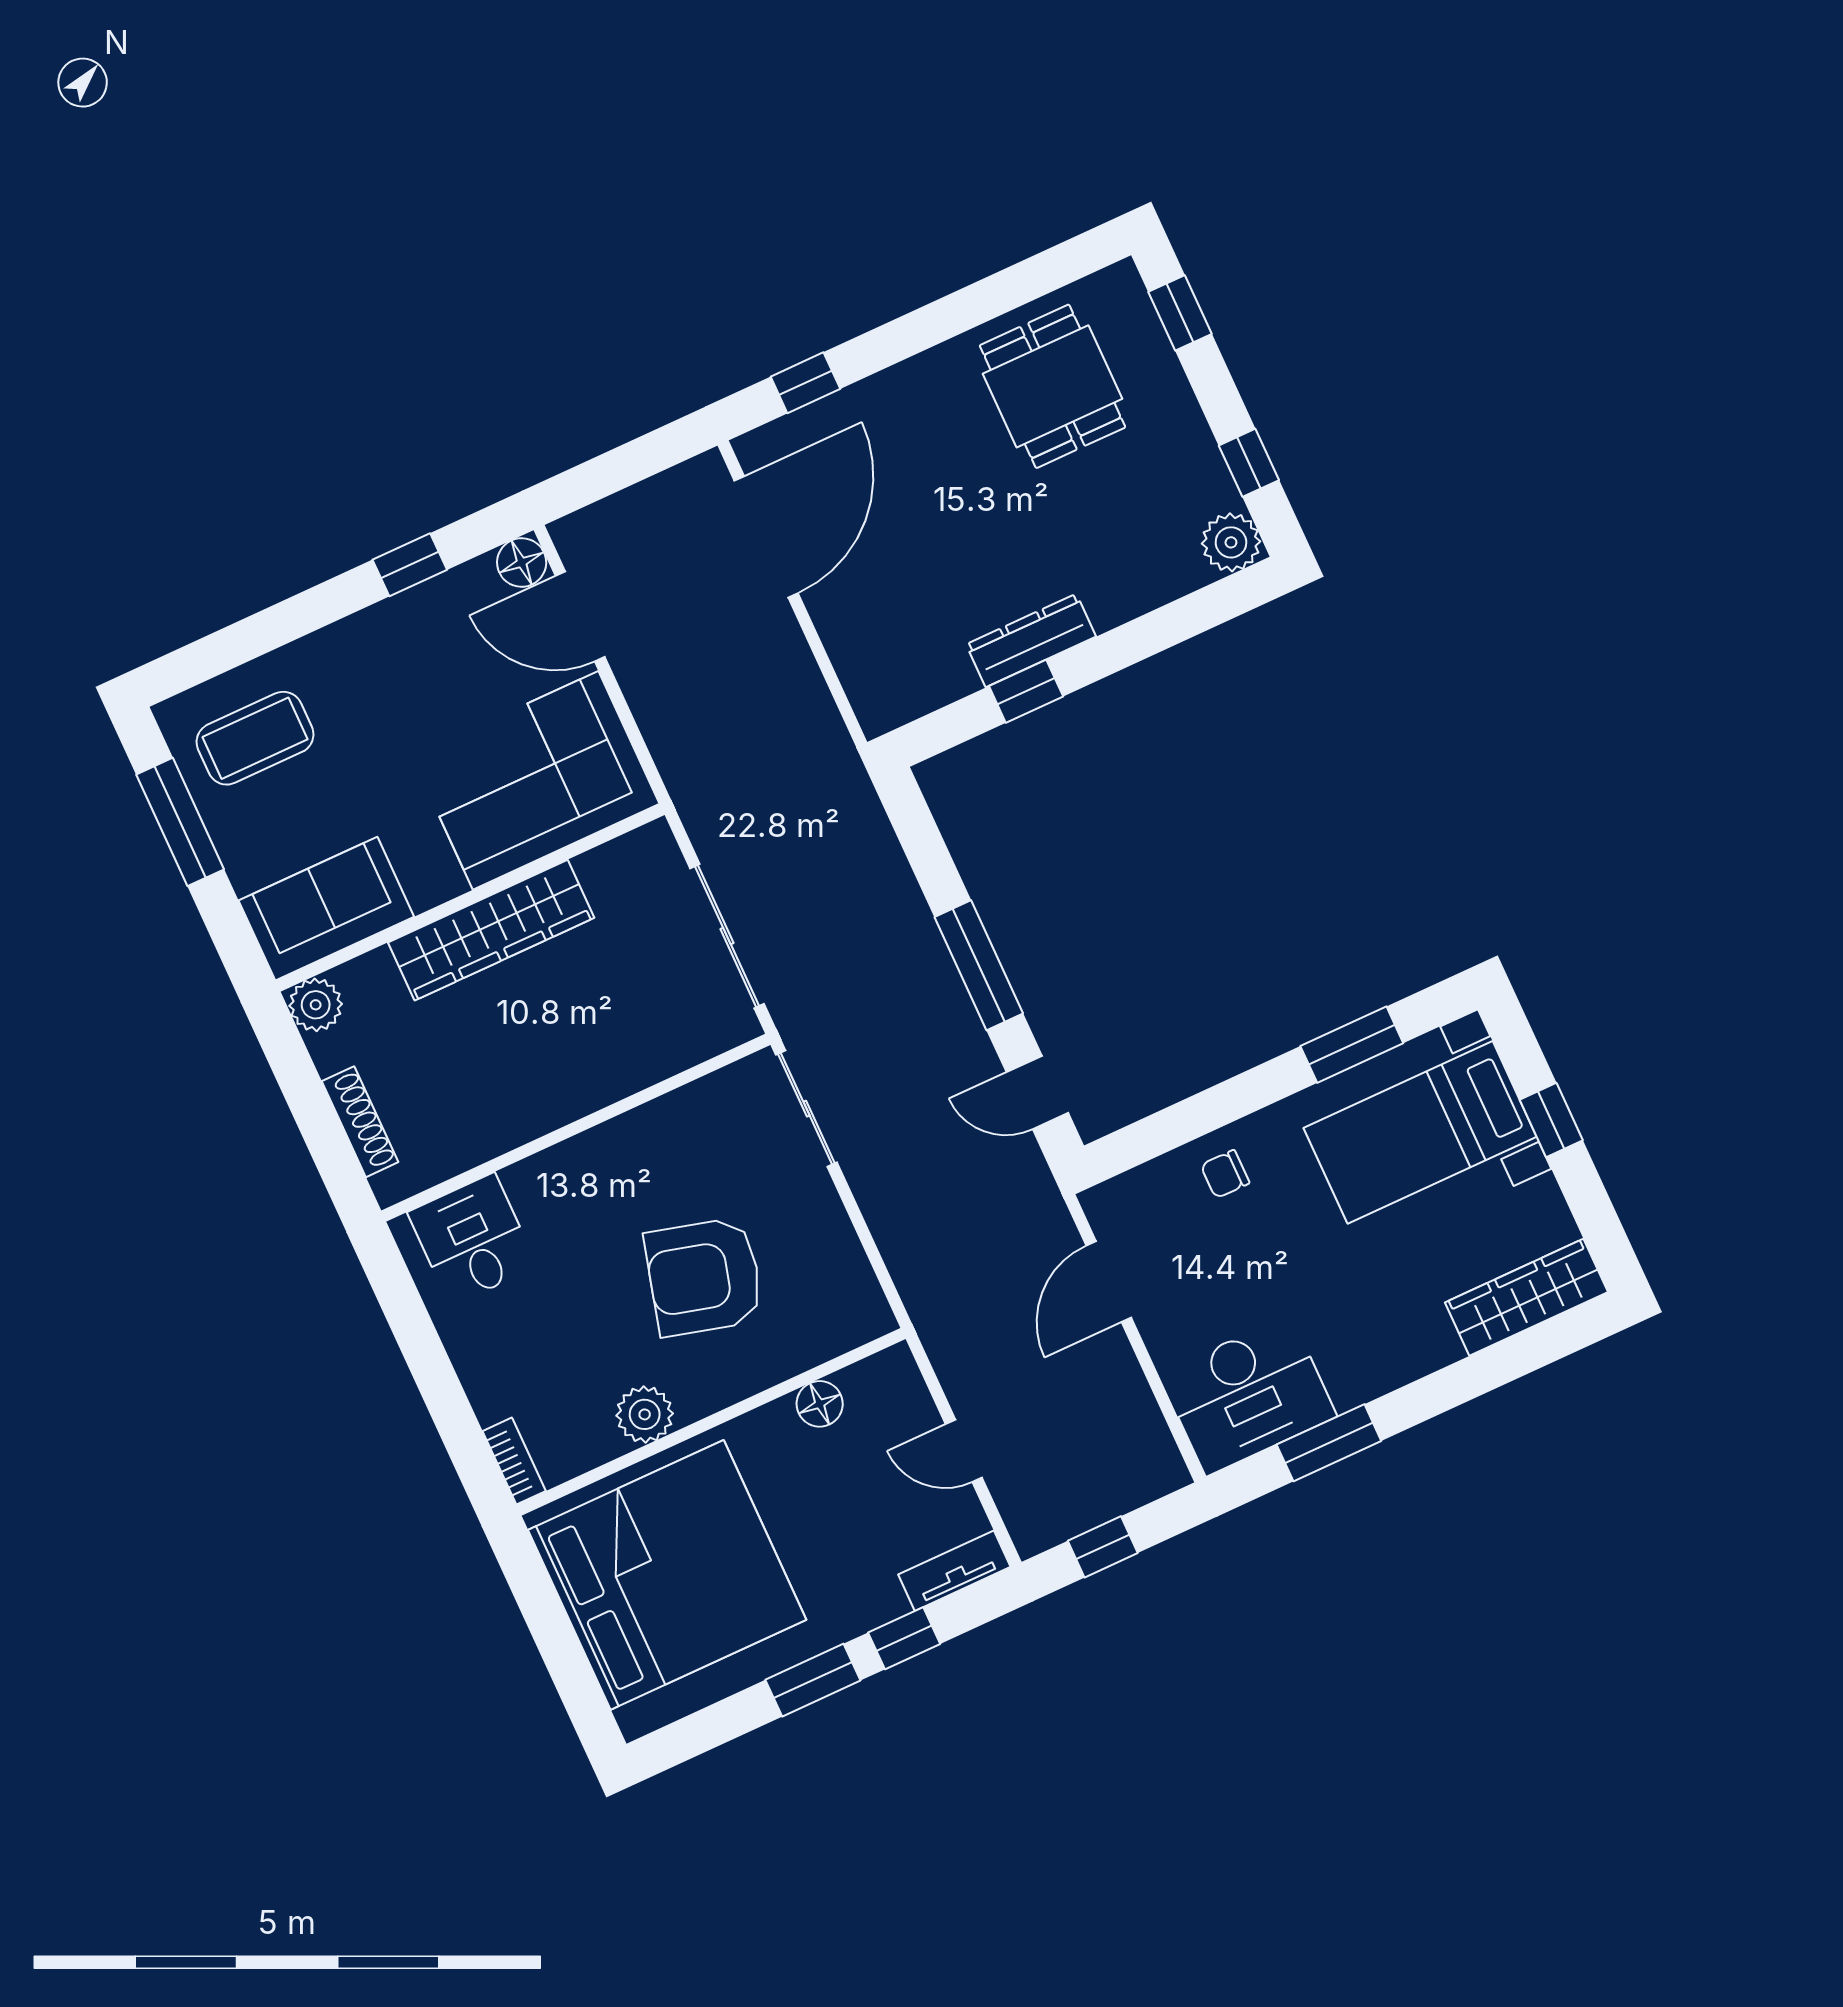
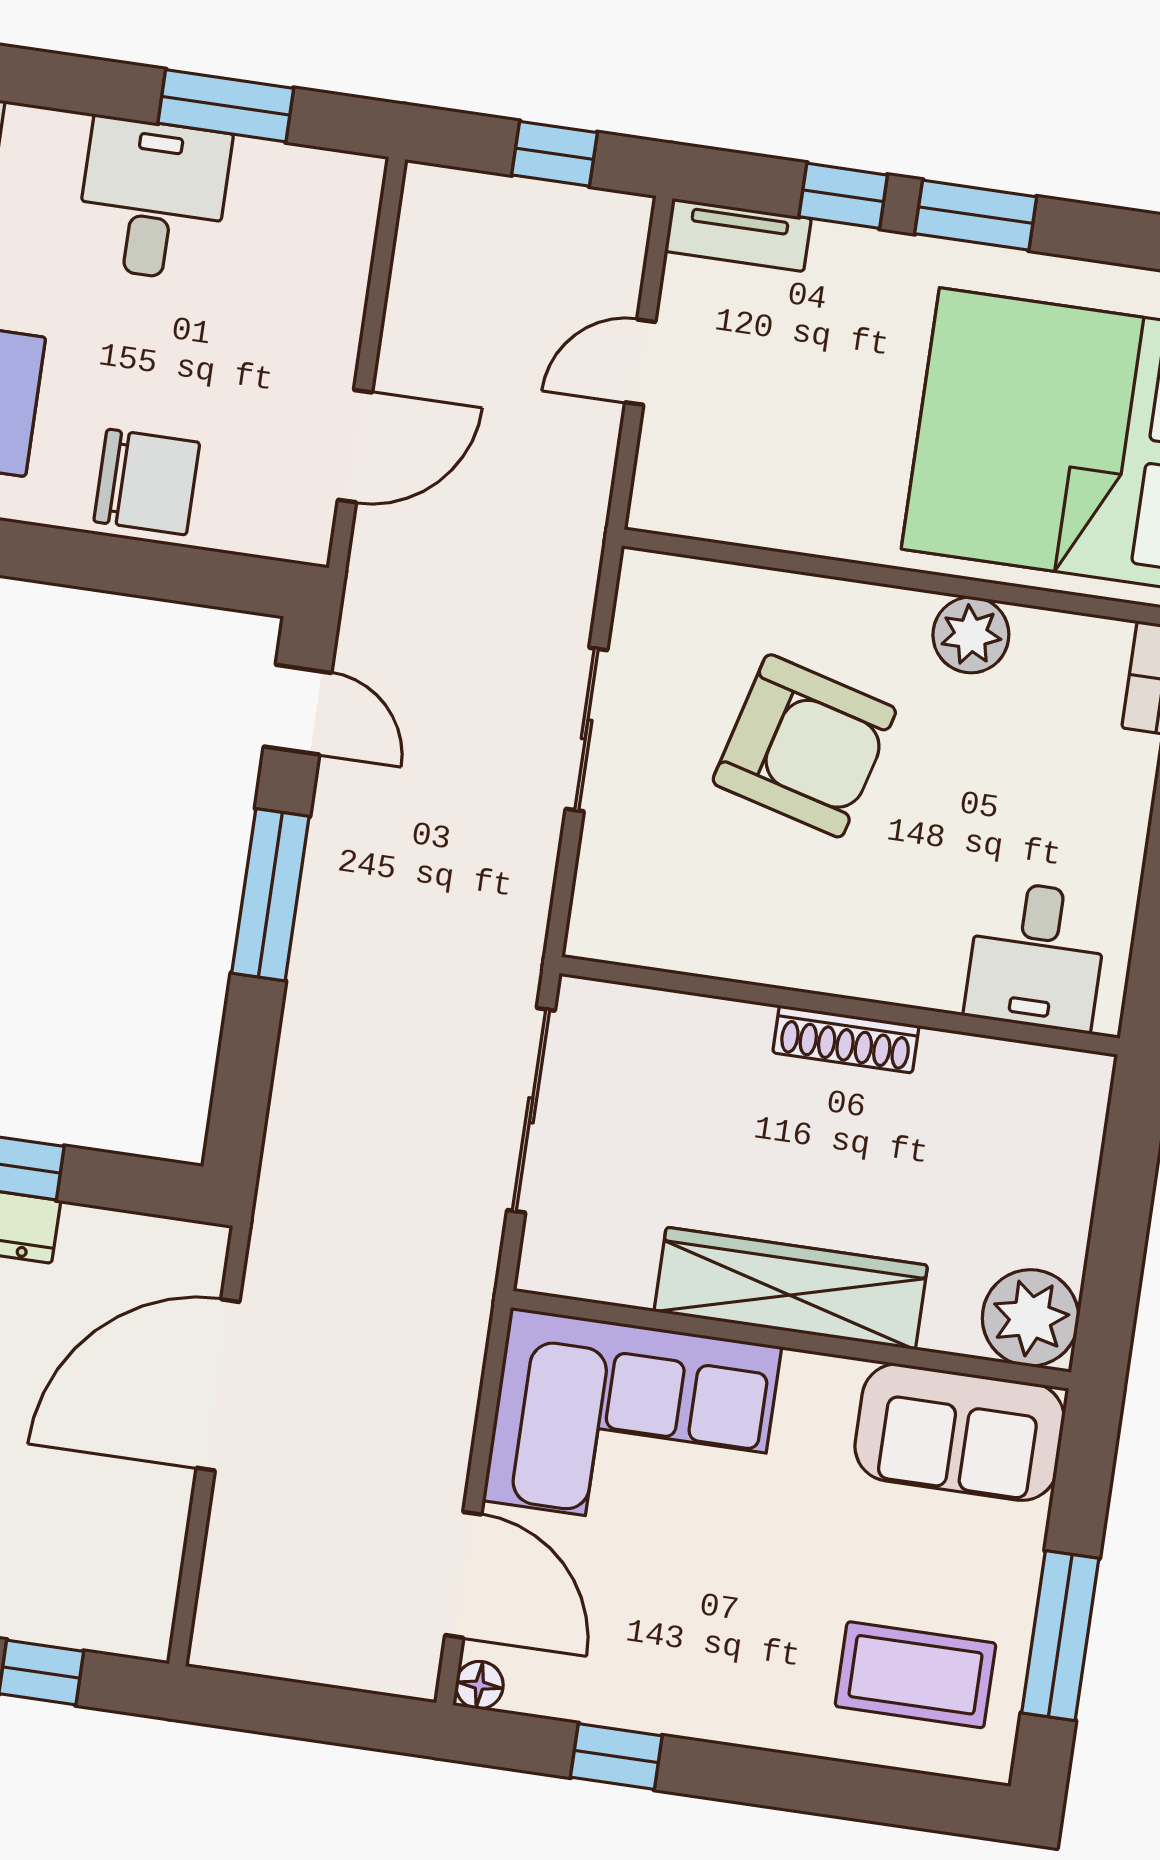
door: (766, 537) -> (218, 1385), moved
floor lamp: (522, 562) -> (479, 1685), width x0.73, depth x0.73
plant: (316, 1005) -> (1031, 1318), width x1.36, depth x1.36
sliding door: (806, 1109) -> (587, 729), moved
shoe rack: (360, 1122) -> (846, 1039), moved, turned -90
chair: (1225, 1174) -> (147, 482), width x1.87, depth x1.87
desk: (1248, 1395) -> (153, 199), moved, width x0.73
floor lamp: (820, 1404) -> (767, 520), removed
door: (964, 1451) -> (640, 362), swing flipped

